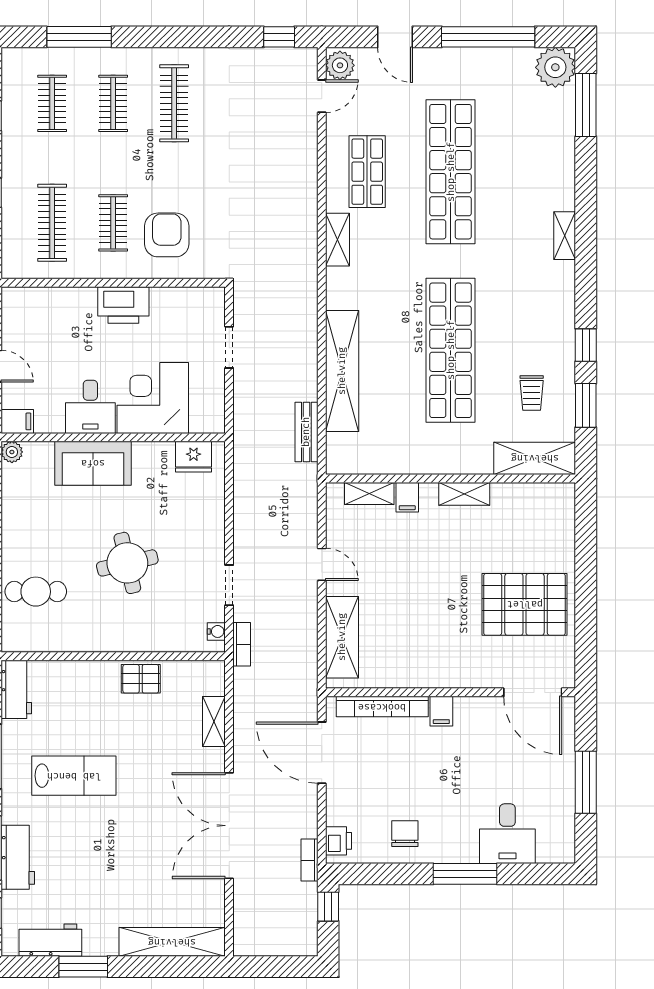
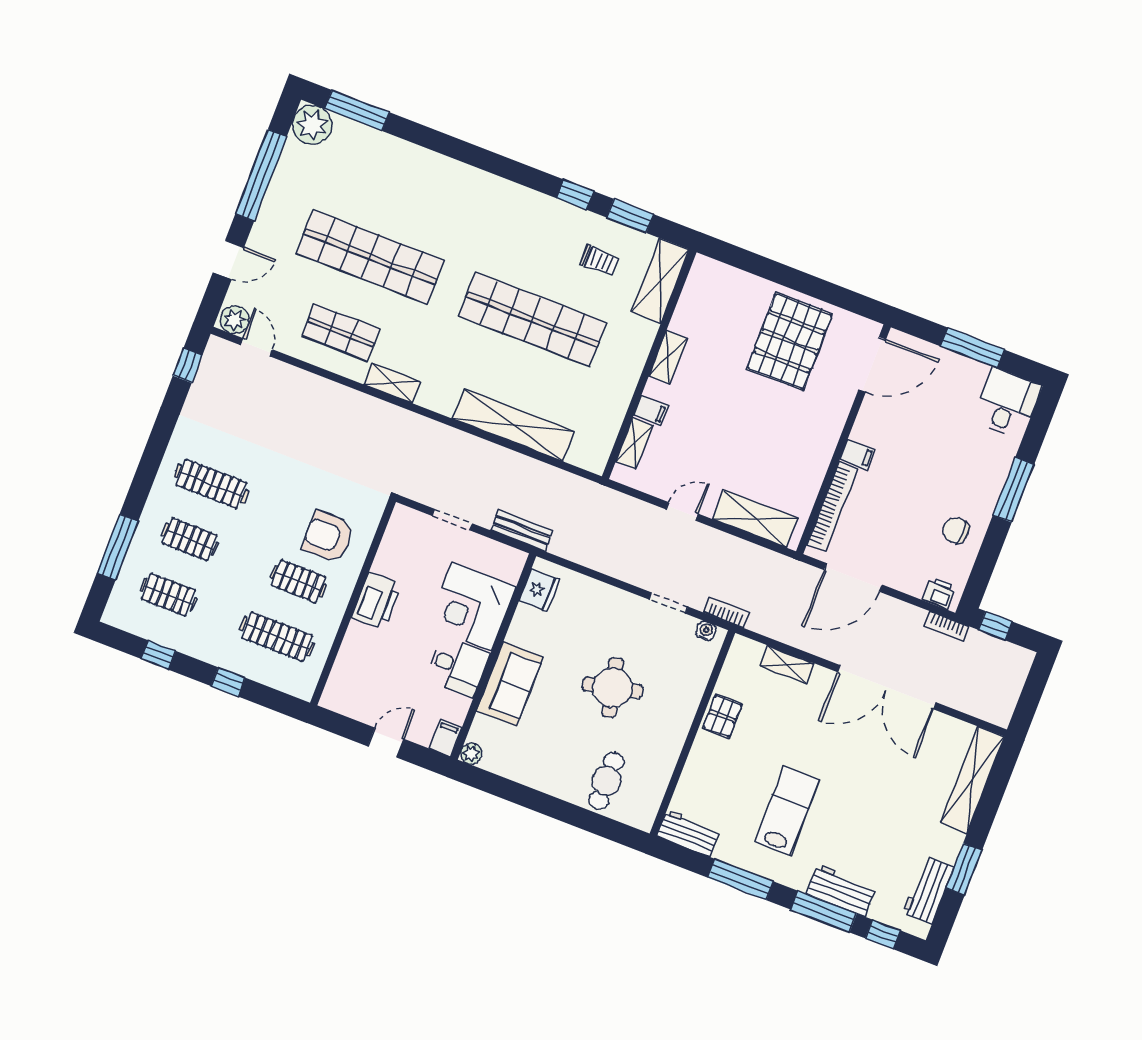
shelving: (565, 236) -> (468, 175), removed
bench: (306, 432) -> (522, 530), moved
desk: (507, 834) -> (1007, 403), moved, turned -90

